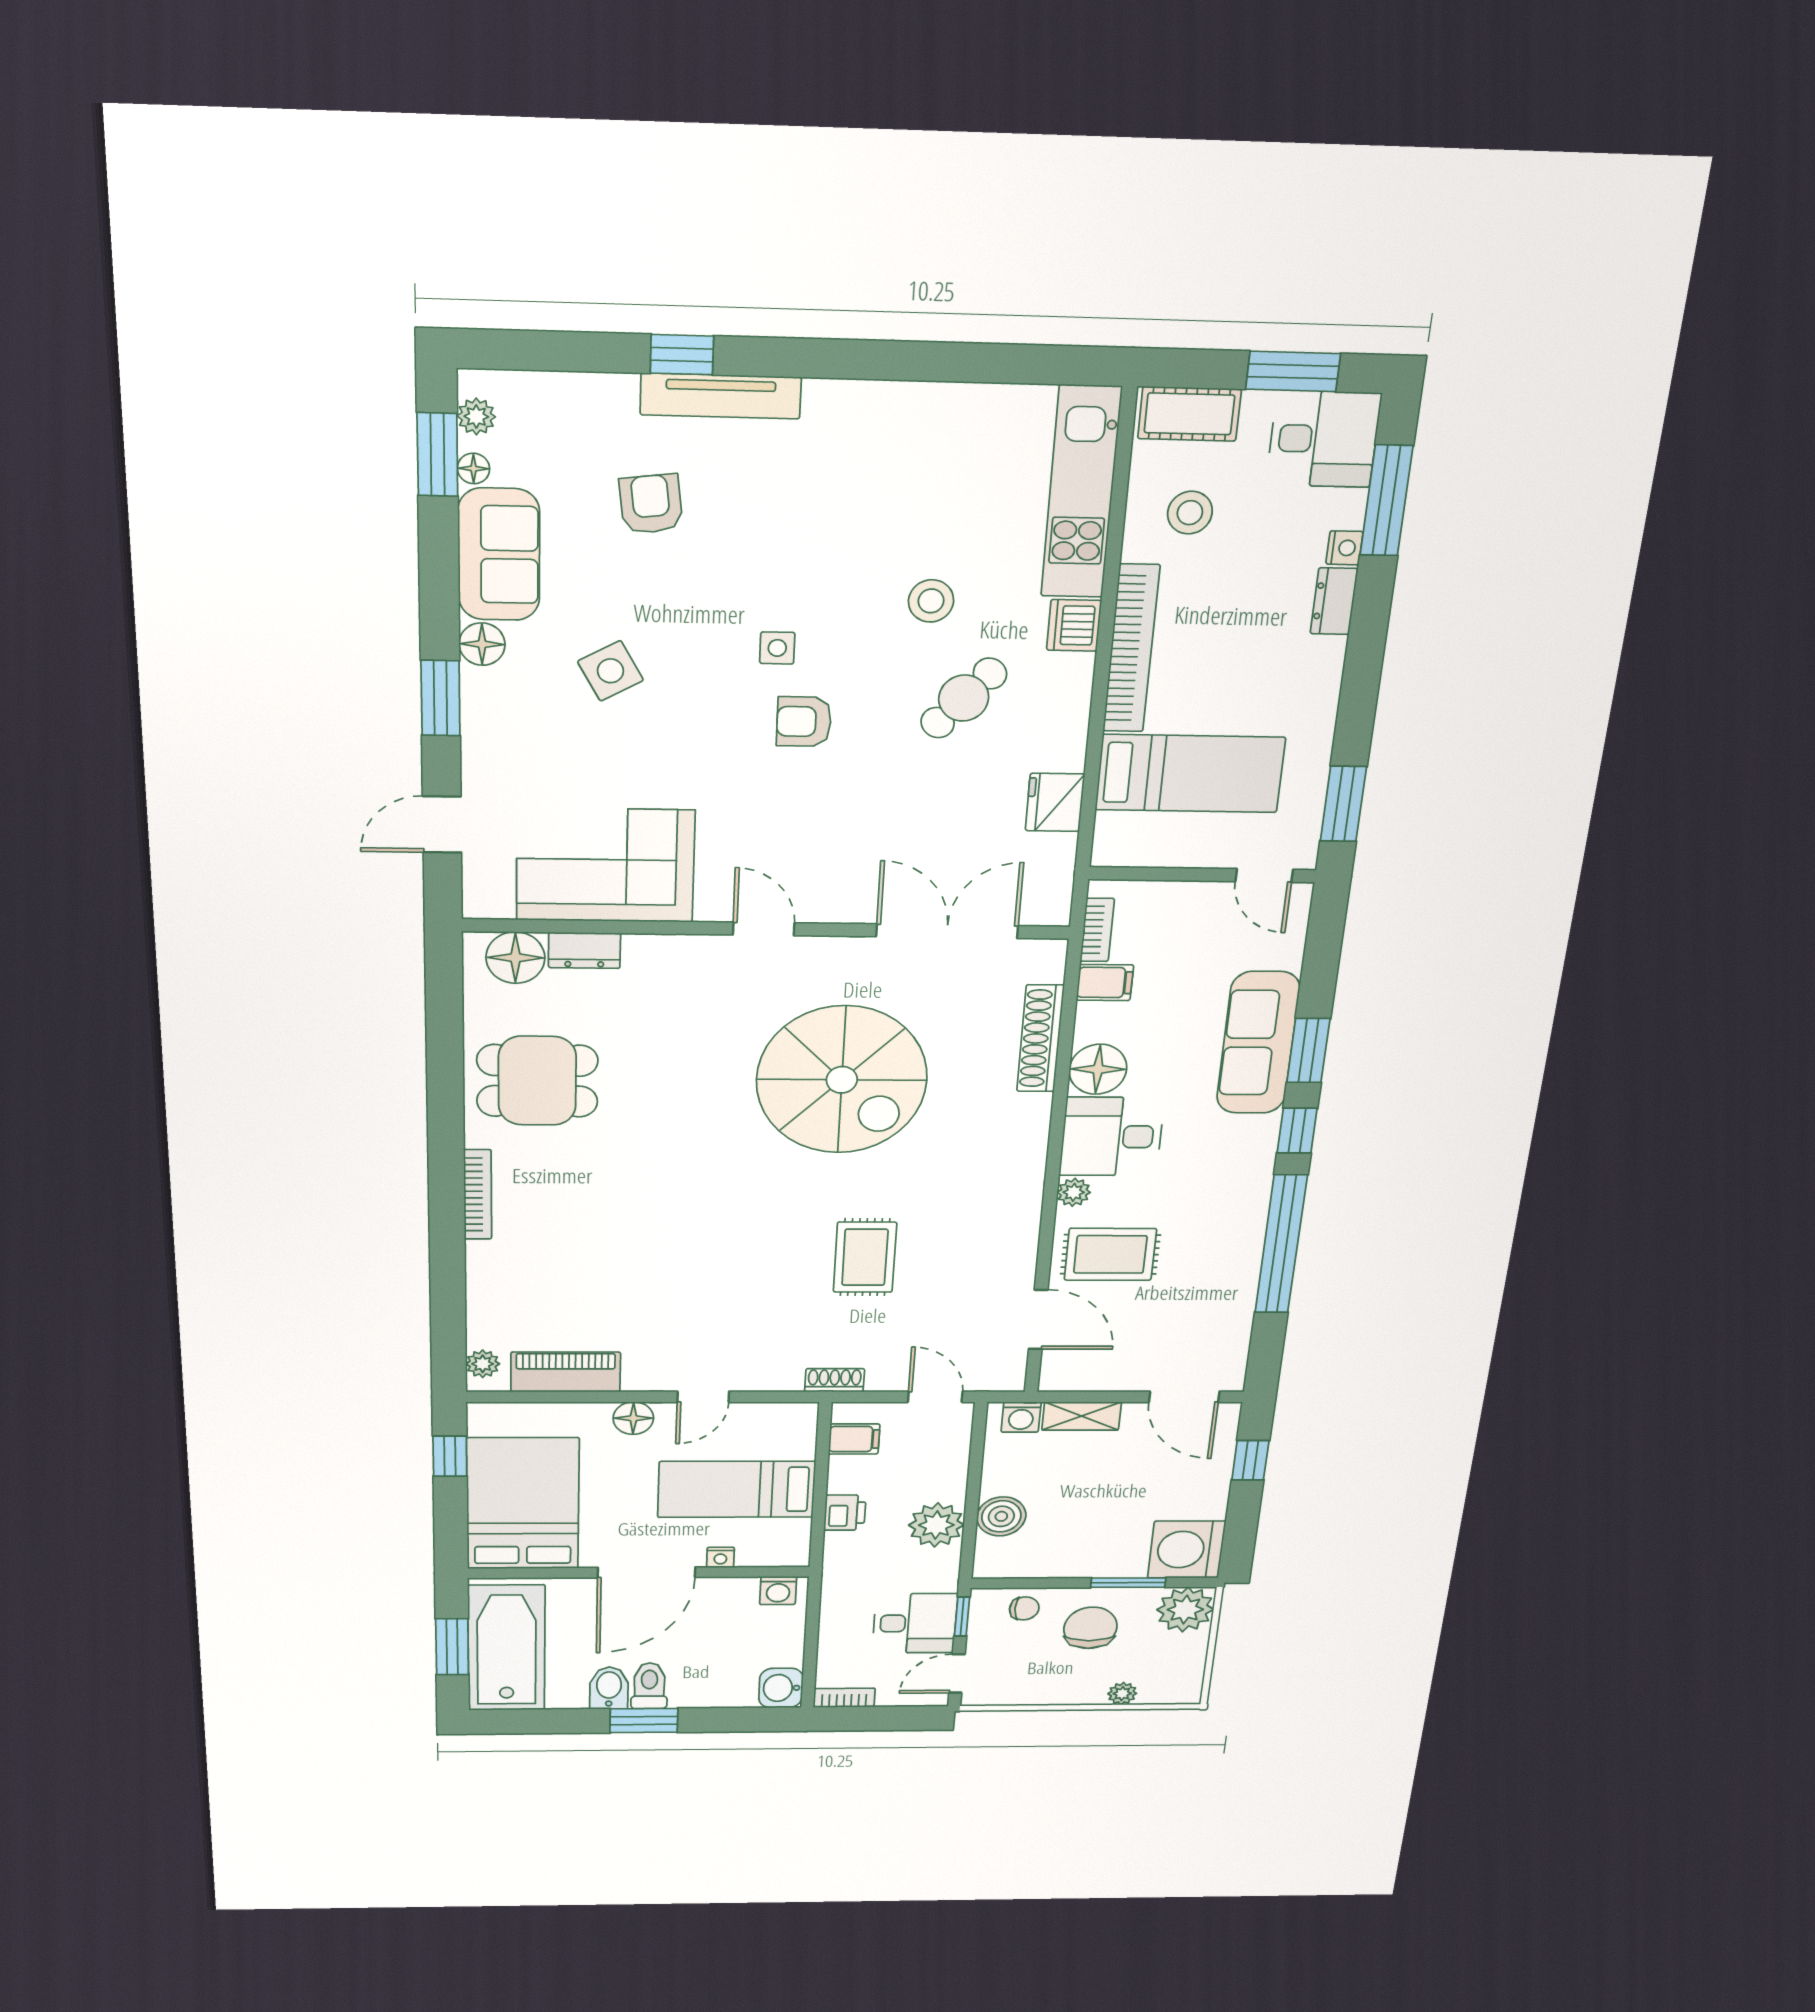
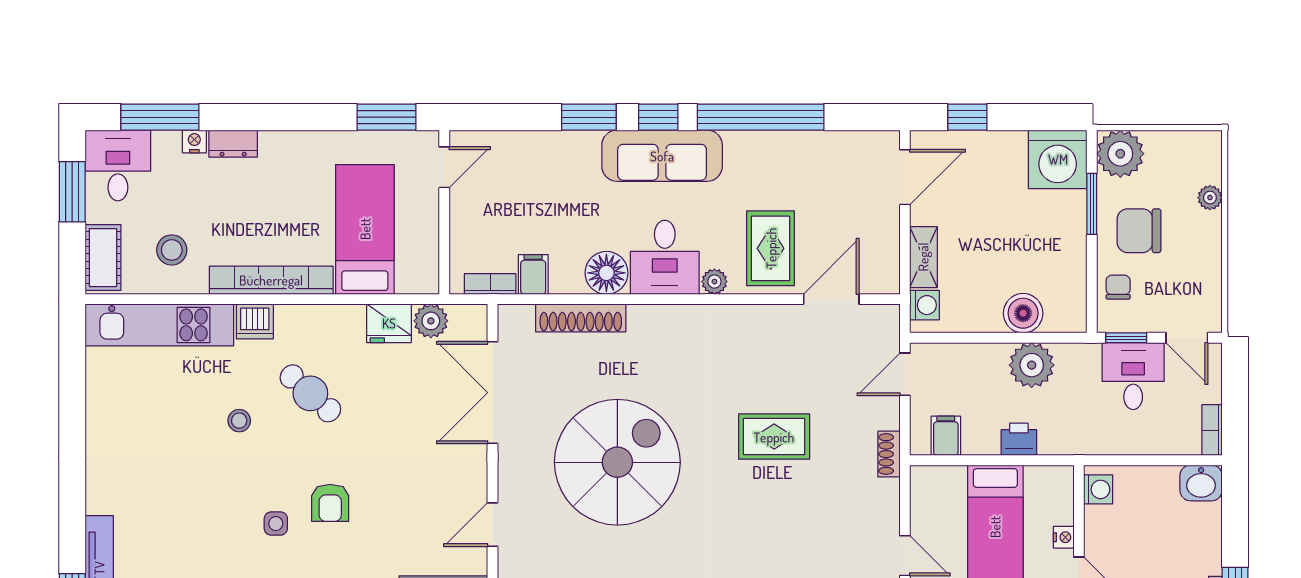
stool: (931, 601) -> (239, 421), width x0.73, depth x0.73
plant: (1053, 856) -> (431, 321), added
sofa: (1258, 1043) -> (662, 156), moved

